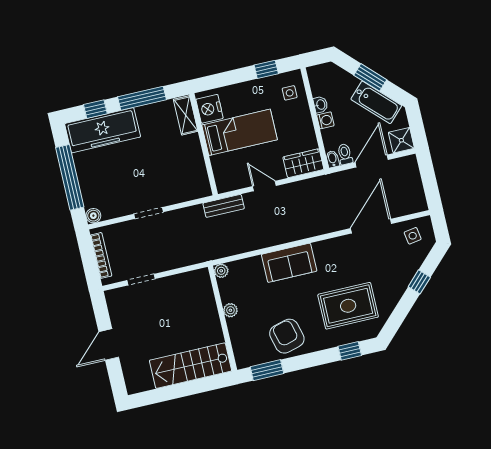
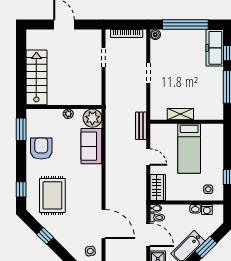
nightstand: (210, 109) -> (210, 132), removed
shelving: (186, 115) -> (180, 114), moved
washing machine: (325, 120) -> (207, 210), moved
freezer: (103, 130) -> (215, 48), width x0.73, depth x0.79
door: (264, 186) -> (148, 157), hinge flipped
sofa: (289, 263) -> (91, 146), moved
plant: (221, 271) -> (92, 118), width x1.87, depth x1.87
window: (419, 282) -> (45, 236), moved
armchair: (287, 336) -> (41, 148), turned -75

